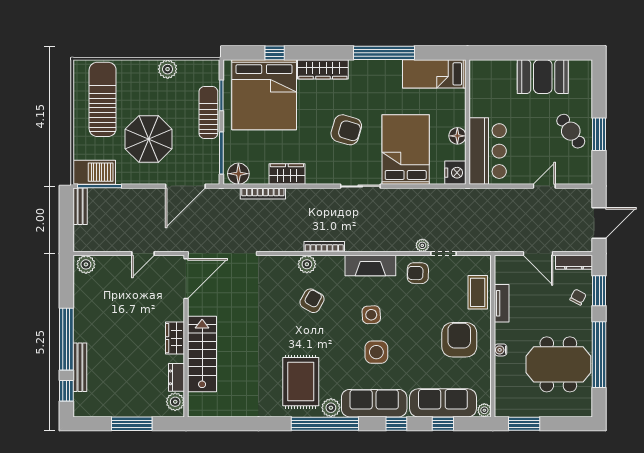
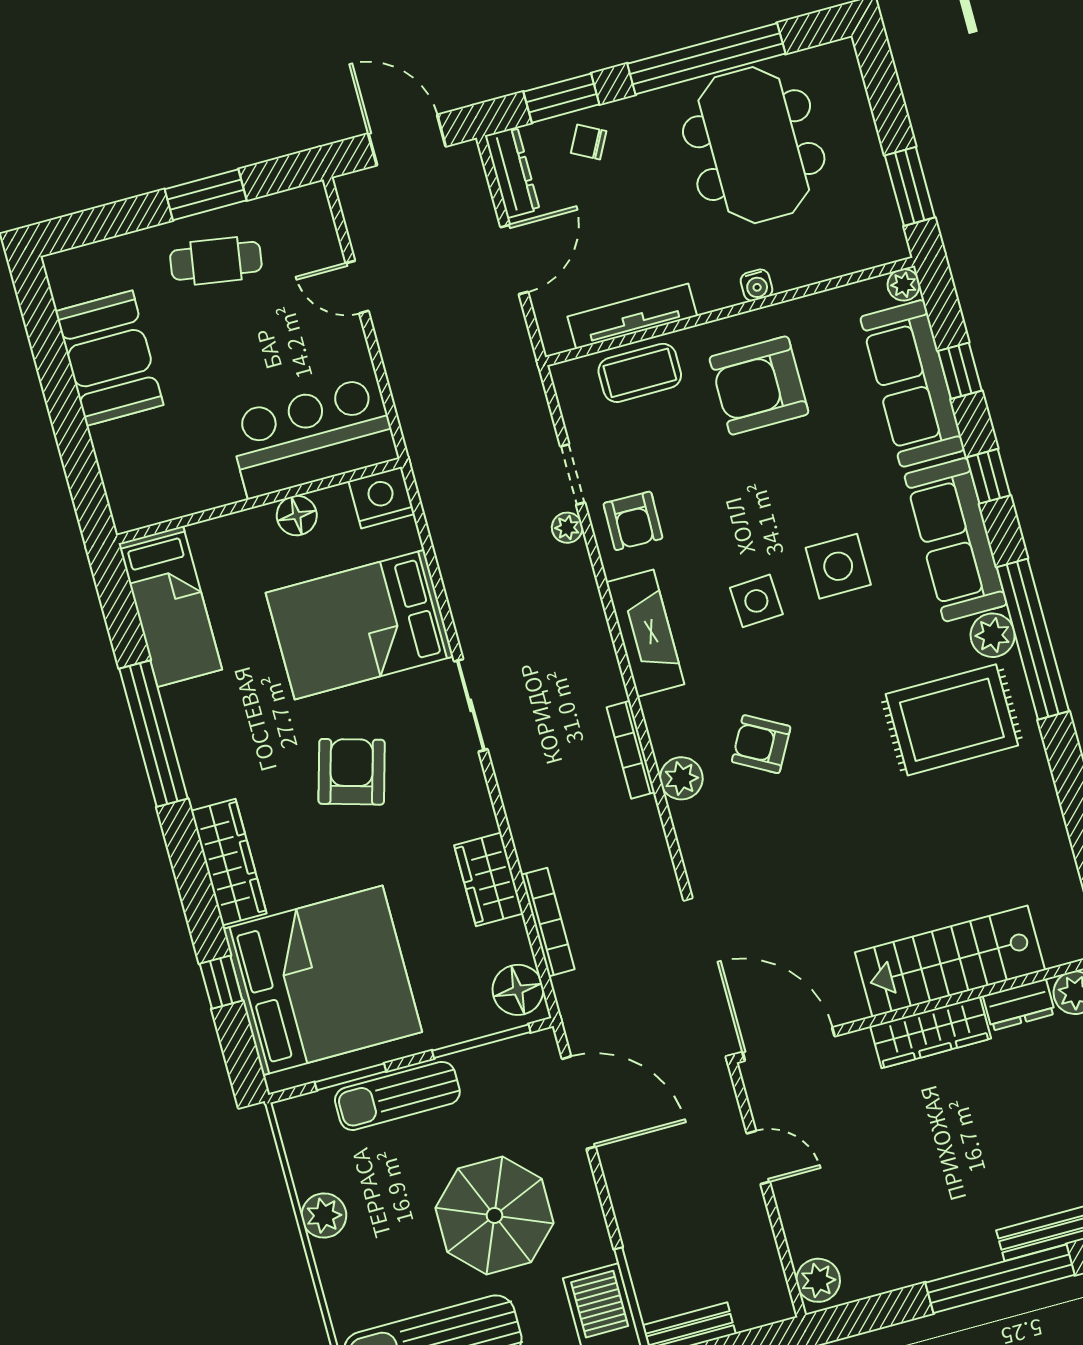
cafe table: (571, 131) -> (216, 261), turned 44
tv unit: (502, 303) -> (632, 316), width x1.41
wardrobe: (175, 338) -> (931, 1032), width x1.50

